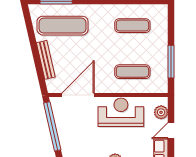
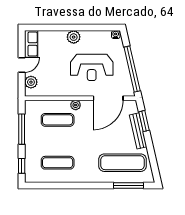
window: (171, 22) -> (22, 166), added
window: (39, 70) -> (144, 121), added
plant: (113, 88) -> (76, 105), added
reception desk: (121, 112) -> (92, 67), moved

